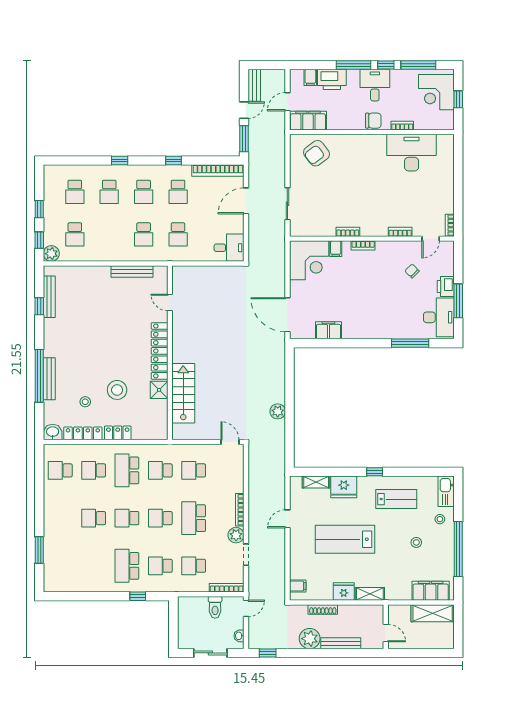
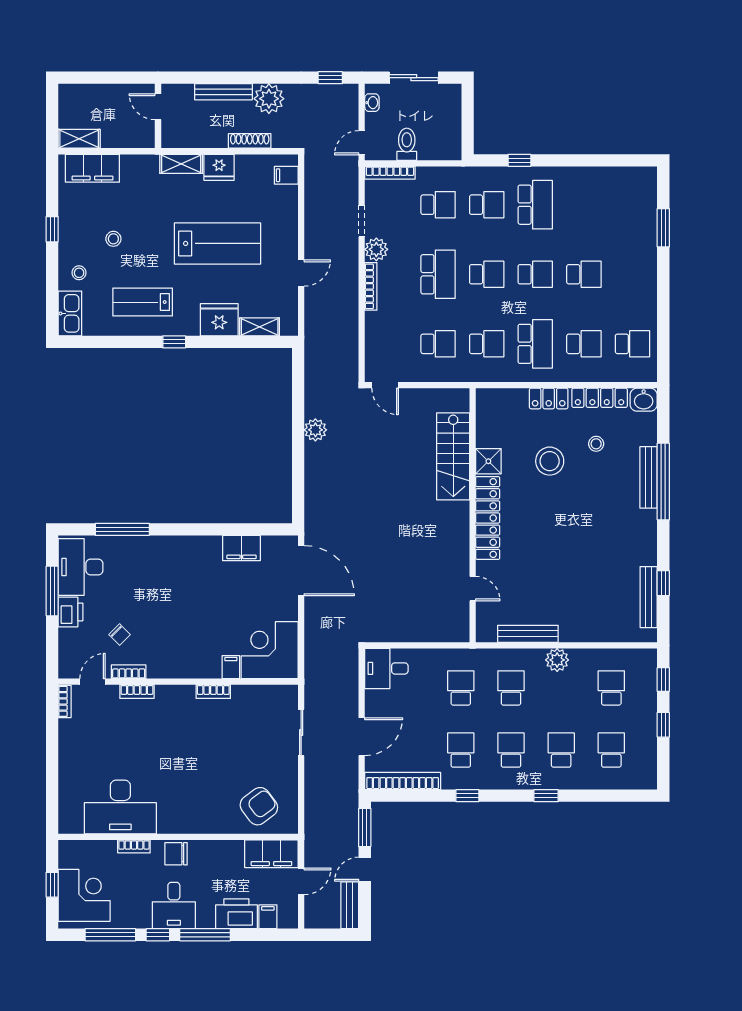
bookcase: (363, 245) -> (129, 672), moved
plant: (51, 254) -> (557, 660), moved
window: (458, 549) -> (52, 229), width x0.32
shelving: (433, 613) -> (79, 139), width x0.67, depth x0.75

